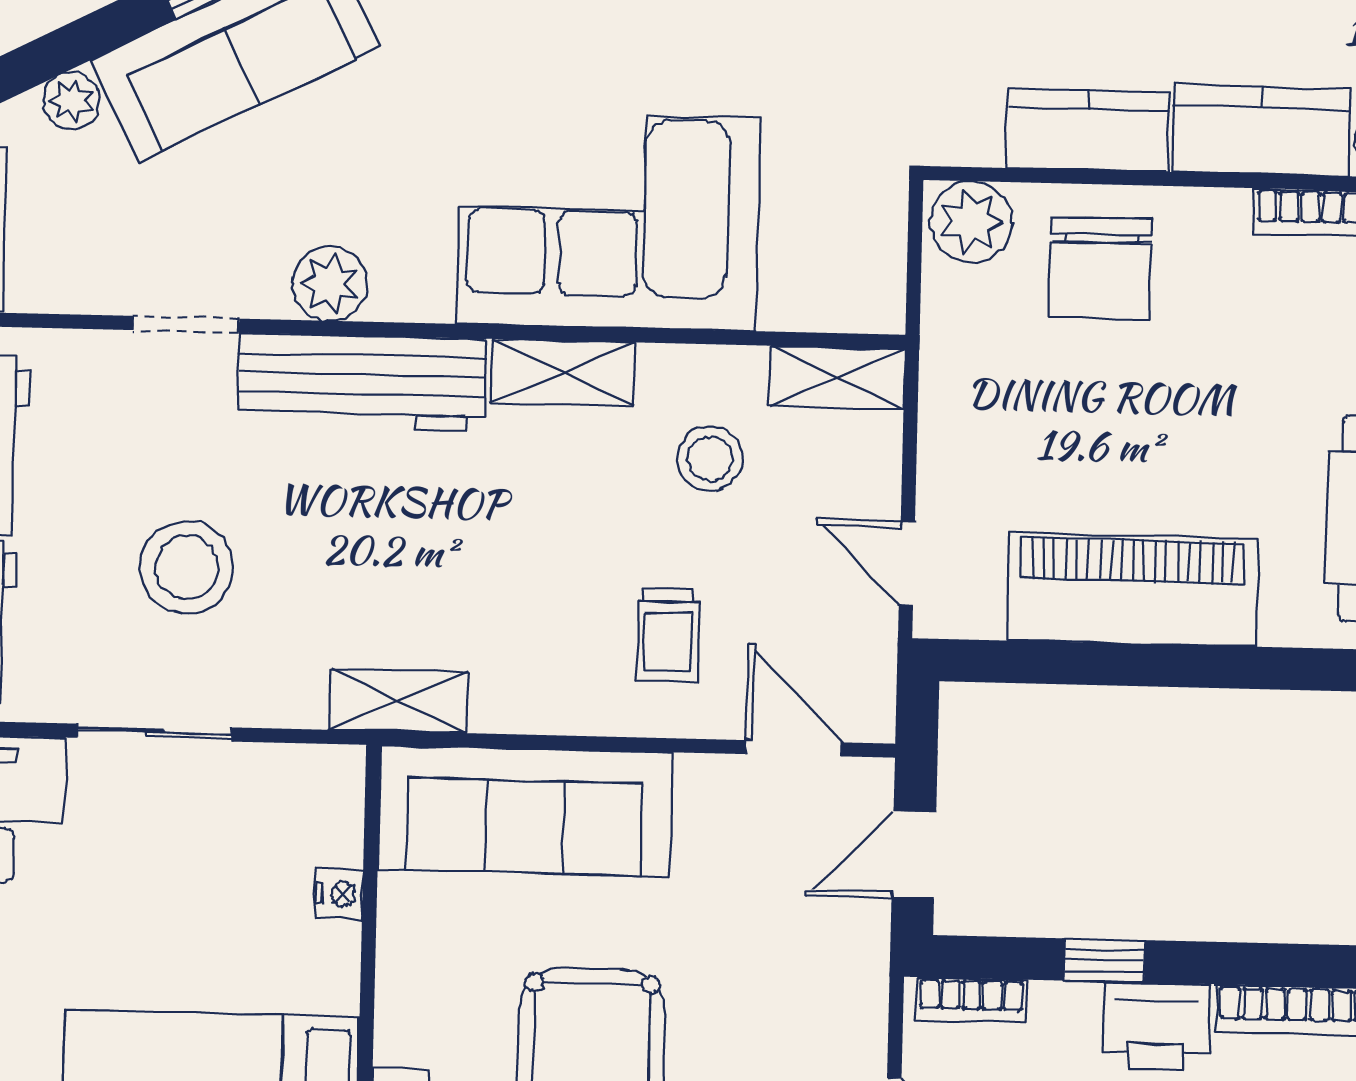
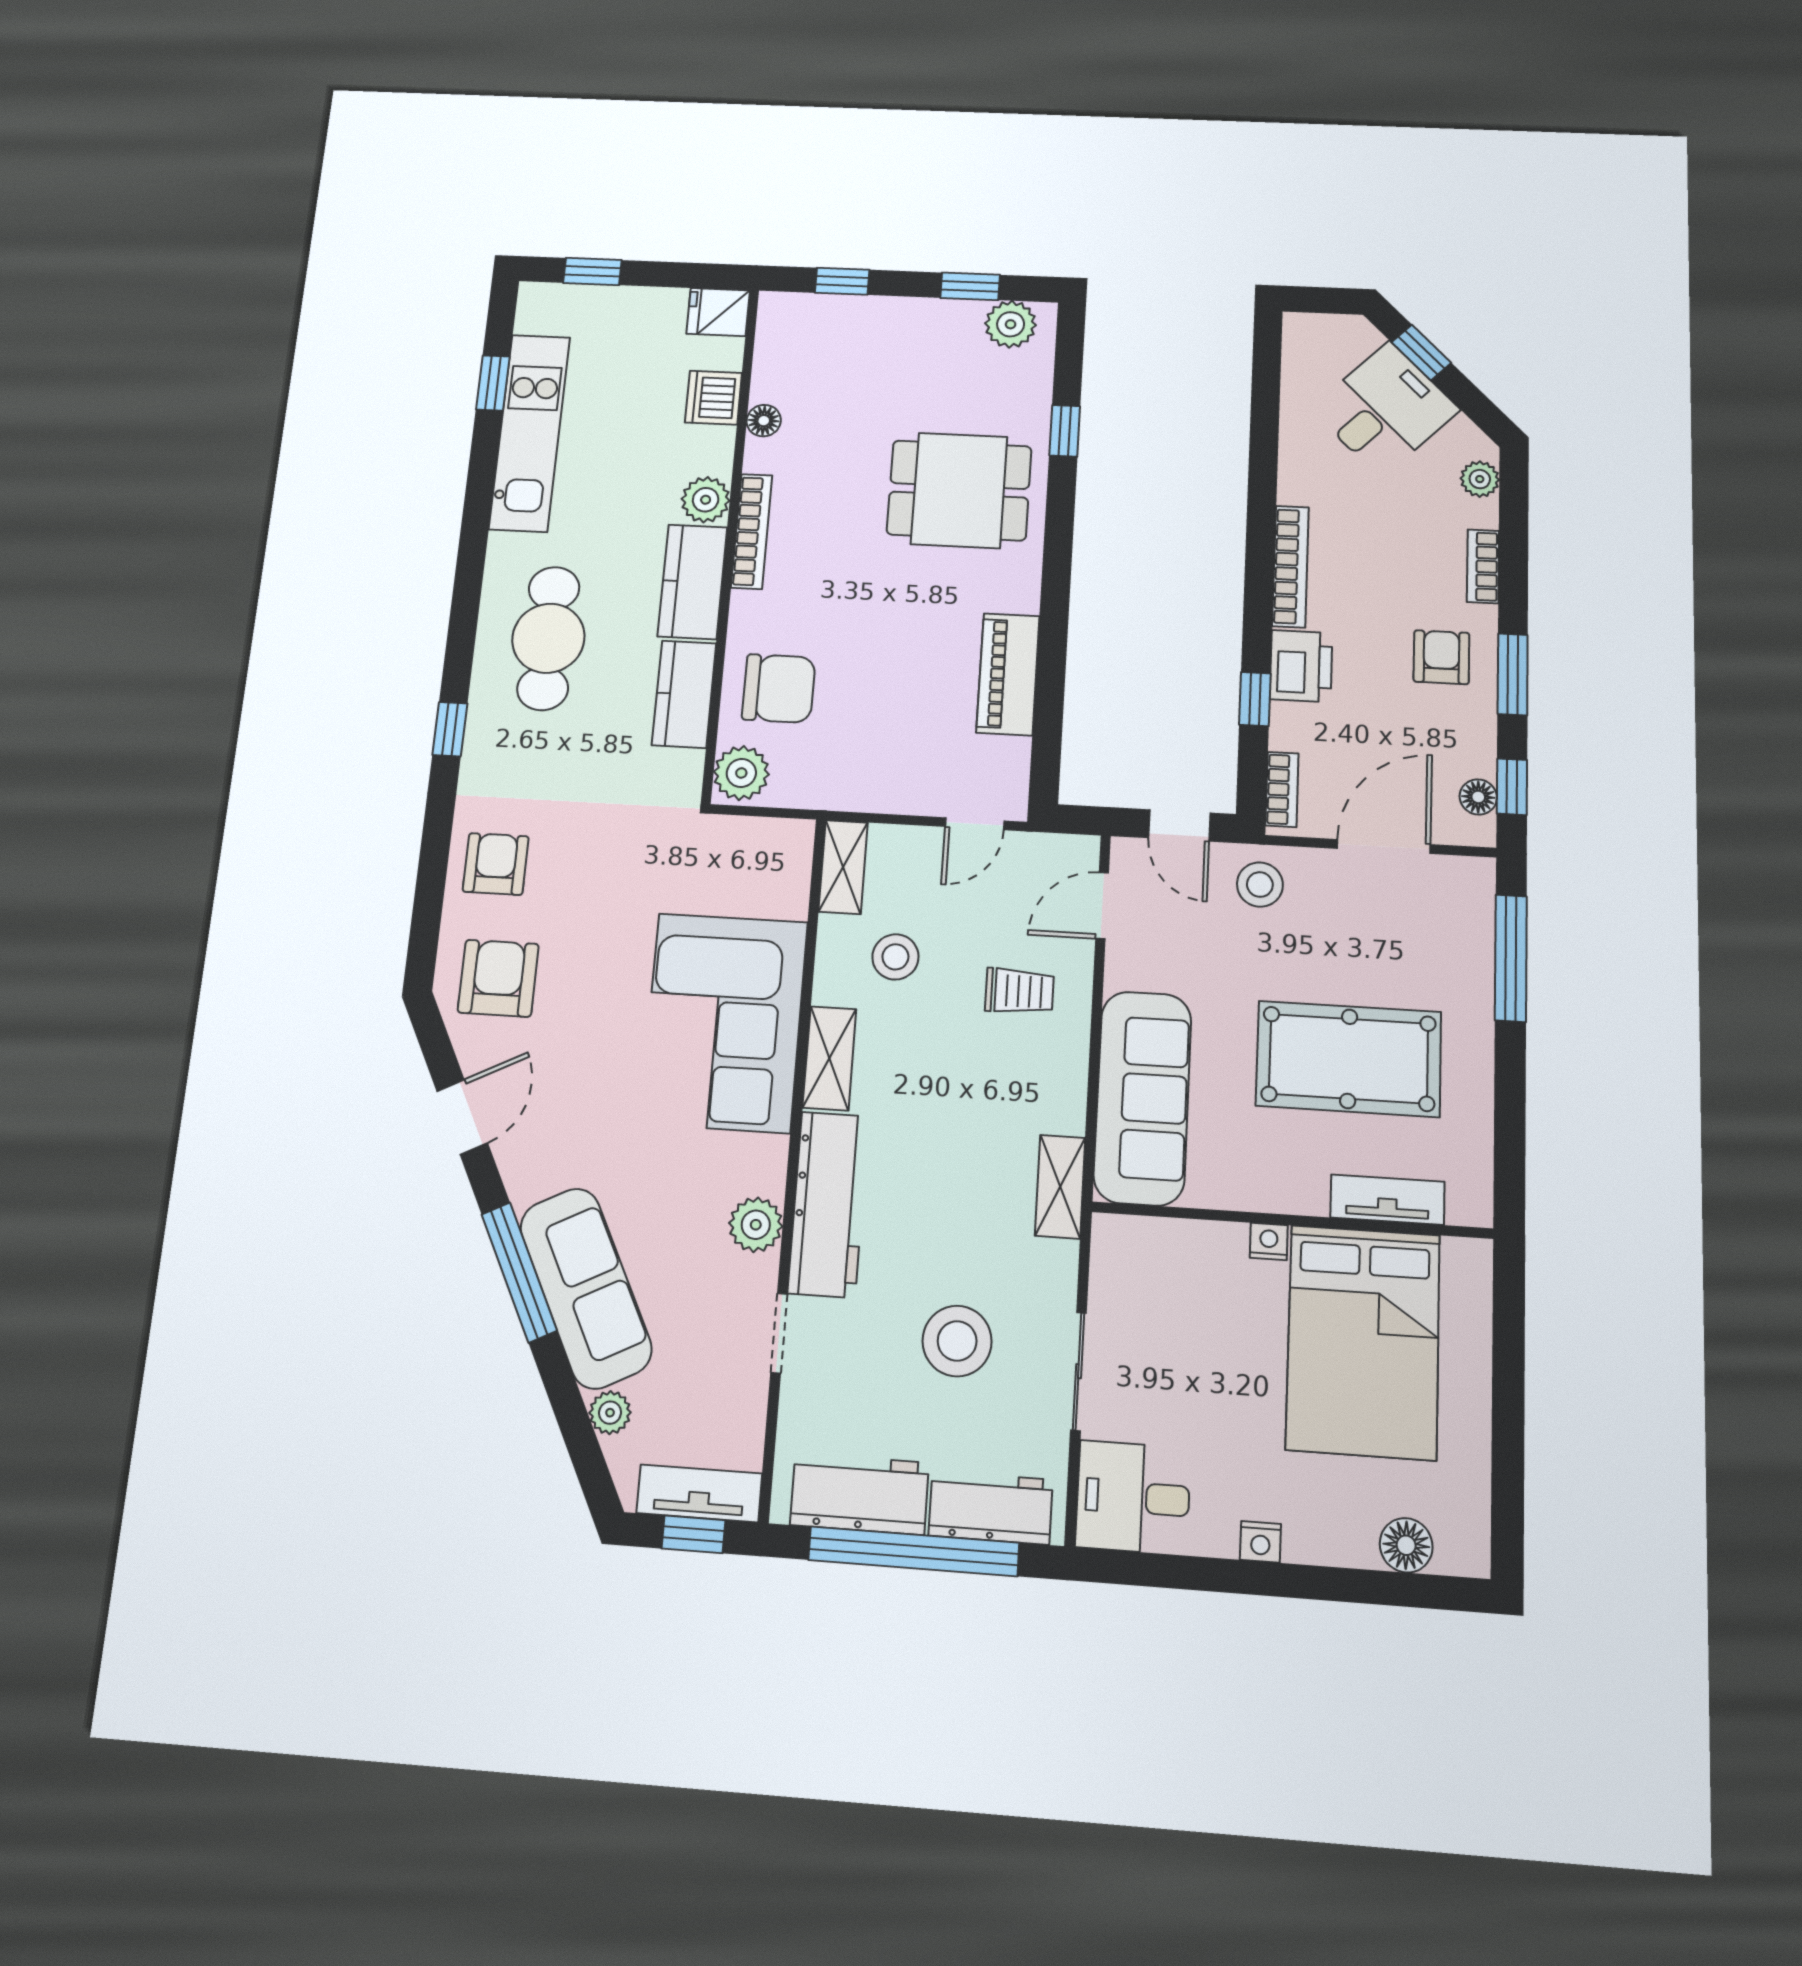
piano: (1132, 590) -> (1008, 674), width x0.73, depth x0.75
nightstand: (339, 894) -> (1269, 1242), moved
stool: (832, 970) -> (1260, 885), added

